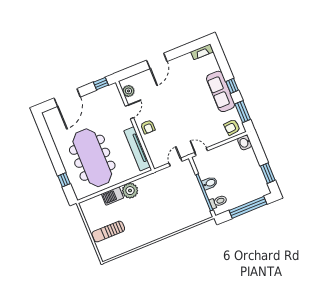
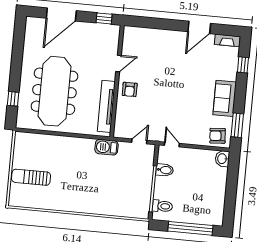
door: (157, 61) -> (199, 27), moved
window: (232, 86) -> (243, 65), moved
plant: (128, 91) -> (129, 41), removed
sofa: (221, 91) -> (225, 98), width x0.73
window: (268, 173) -> (230, 203), removed
bidet: (210, 183) -> (165, 170), moved
plant: (130, 191) -> (76, 146), removed
barbecue: (112, 196) -> (106, 147), moved

